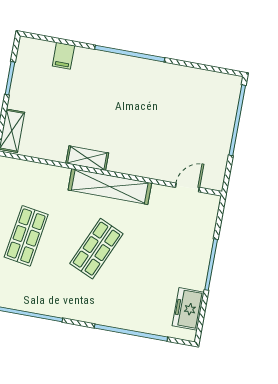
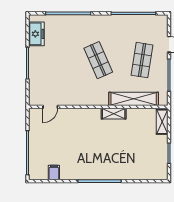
filing cabinet: (63, 56) -> (54, 173), moved
shelving: (110, 187) -> (134, 99), moved
shop shelf: (96, 249) -> (98, 60), turned -48

